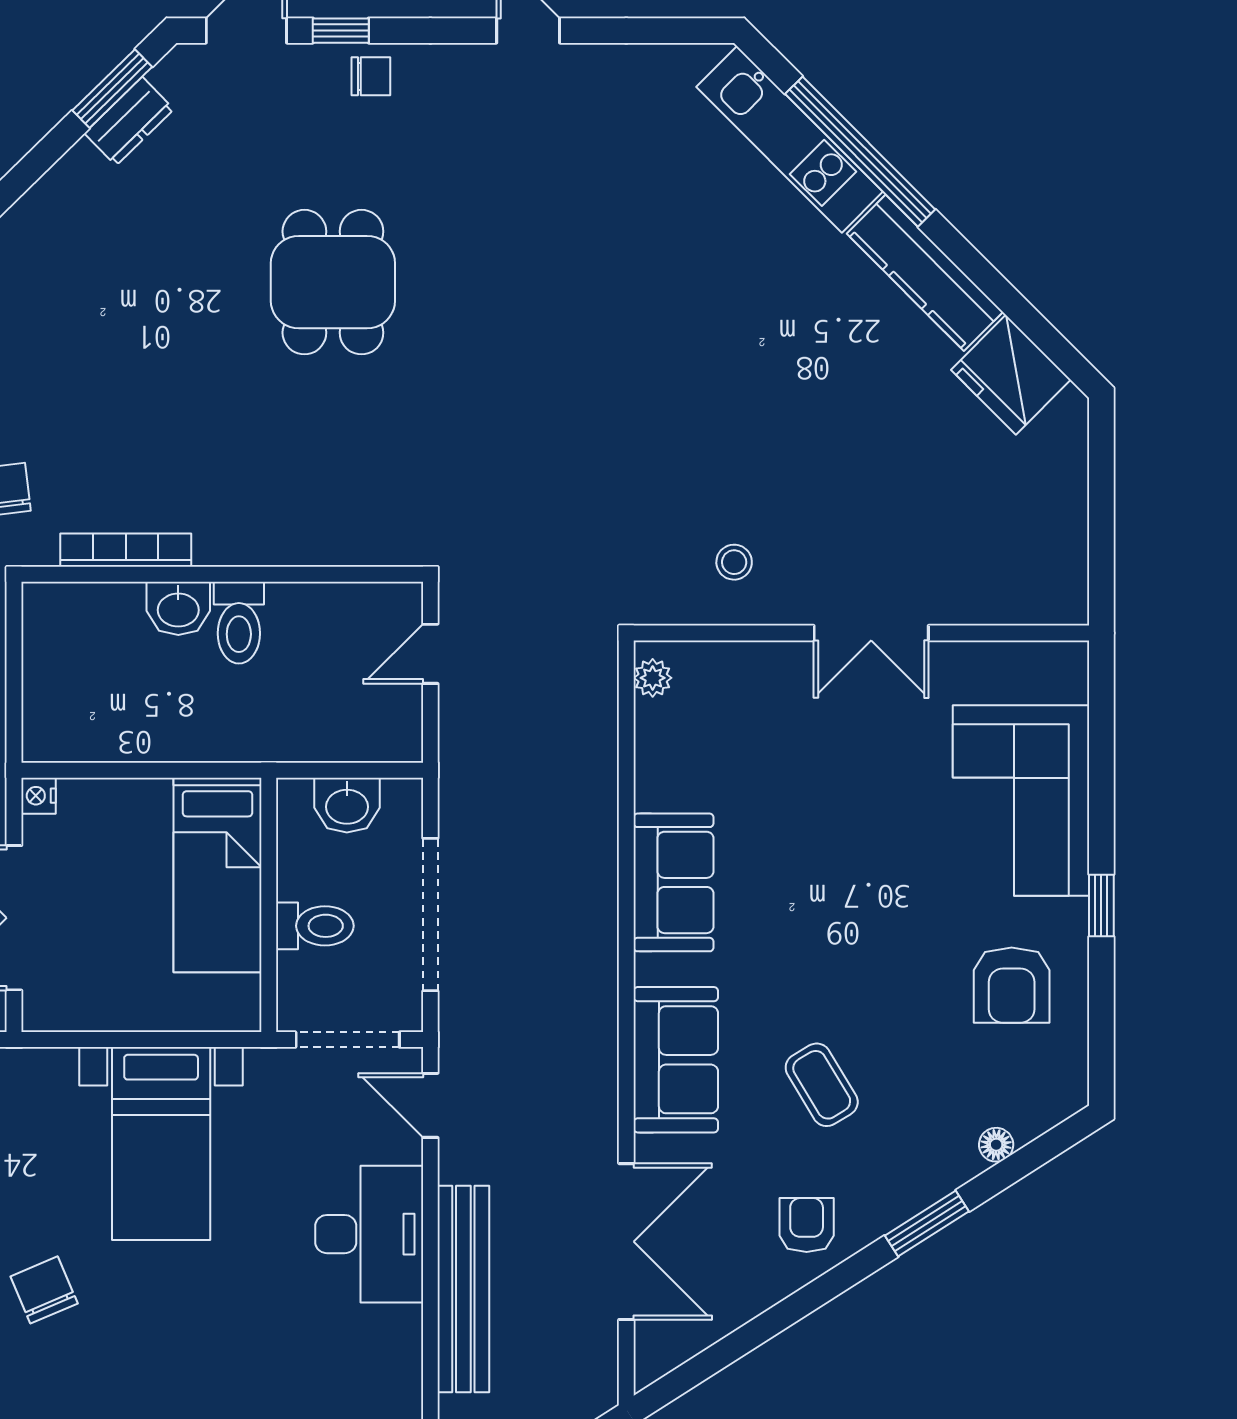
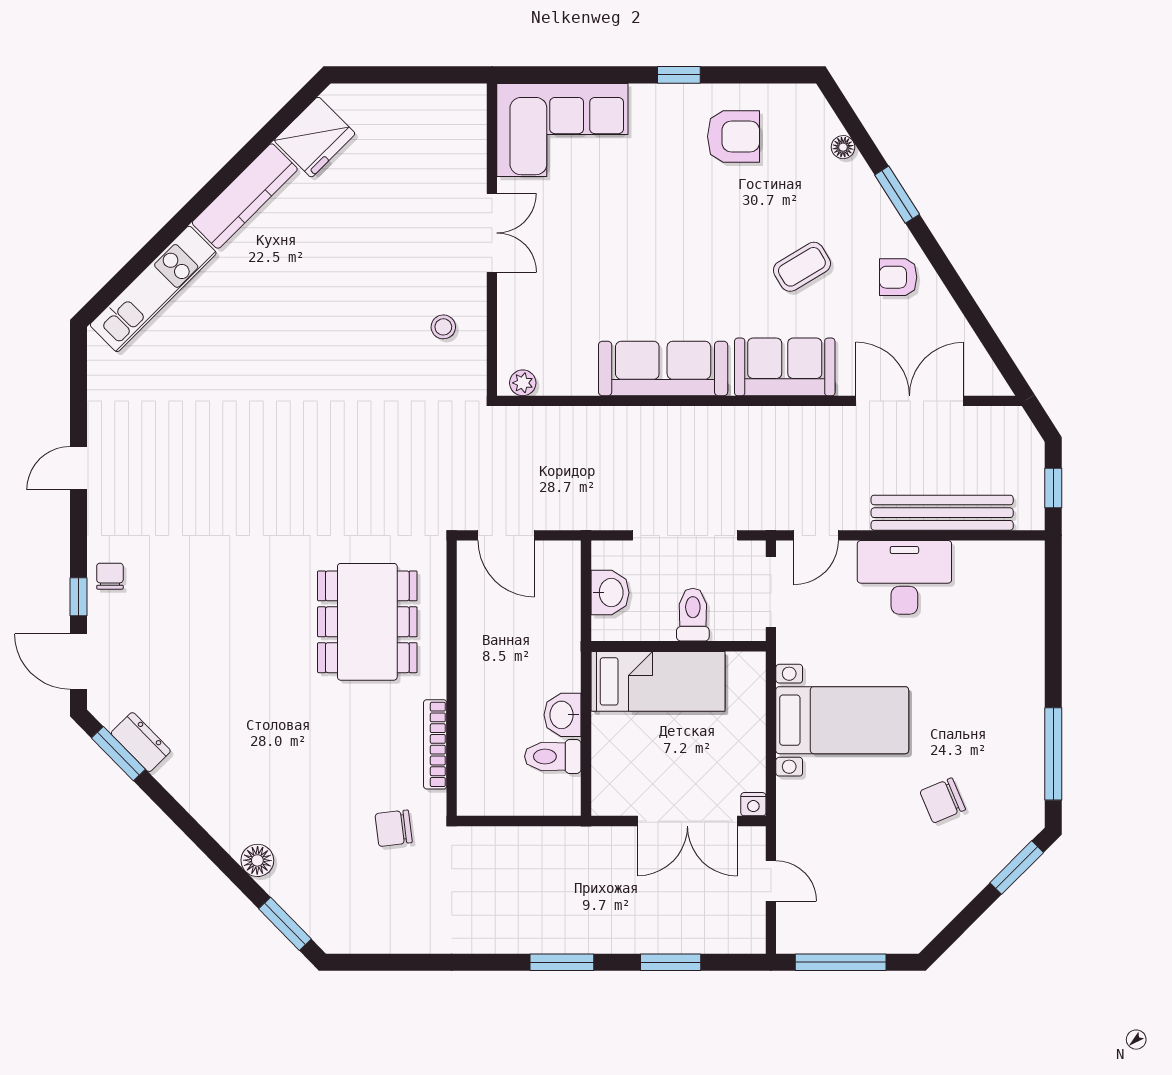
window: (860, 152) -> (162, 240), removed
dining table: (333, 282) -> (367, 622), moved, width x1.38
washbasin: (178, 608) -> (563, 715), moved, turned 180
toilet: (239, 623) -> (553, 756), moved, turned 180
door: (430, 654) -> (506, 535), width x1.38
nightstand: (39, 796) -> (753, 804), moved
corner sofa: (1021, 801) -> (562, 130), moved
sofa: (674, 882) -> (663, 368), width x1.36

